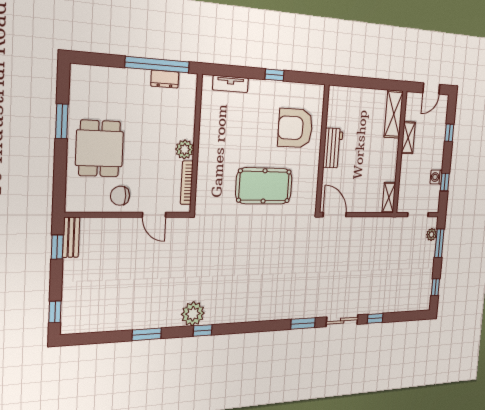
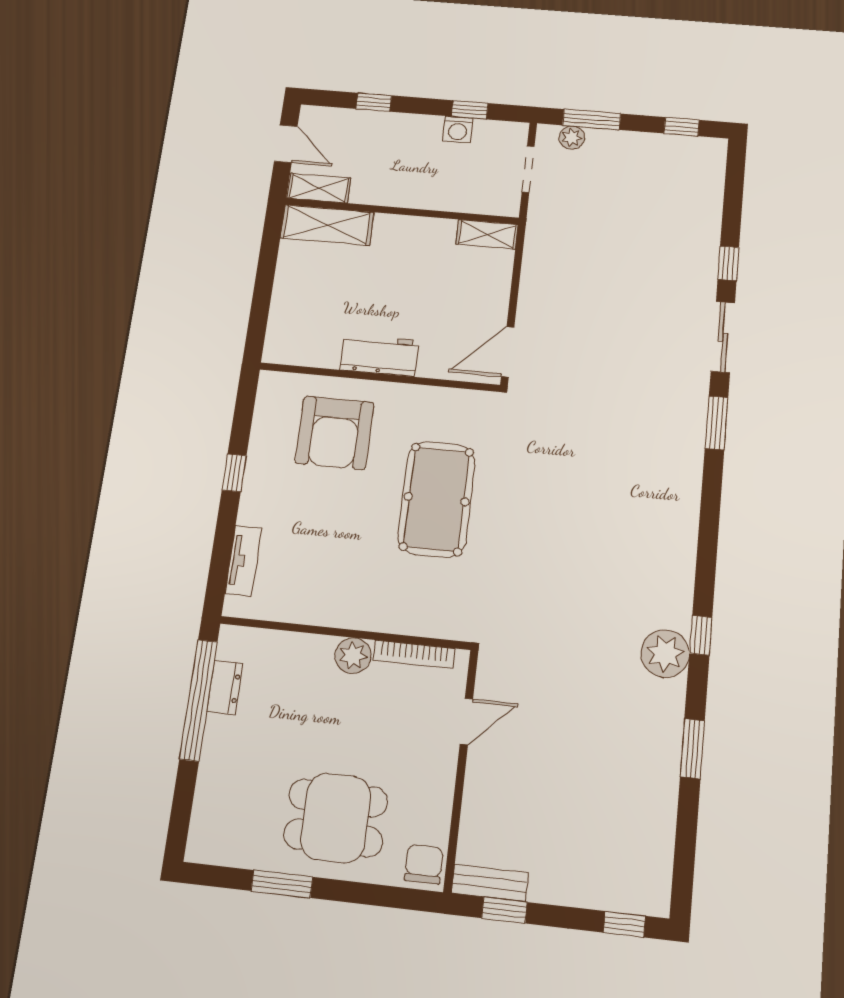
shelving: (408, 138) -> (319, 188), moved
chair: (120, 196) -> (424, 864), moved, turned 180

